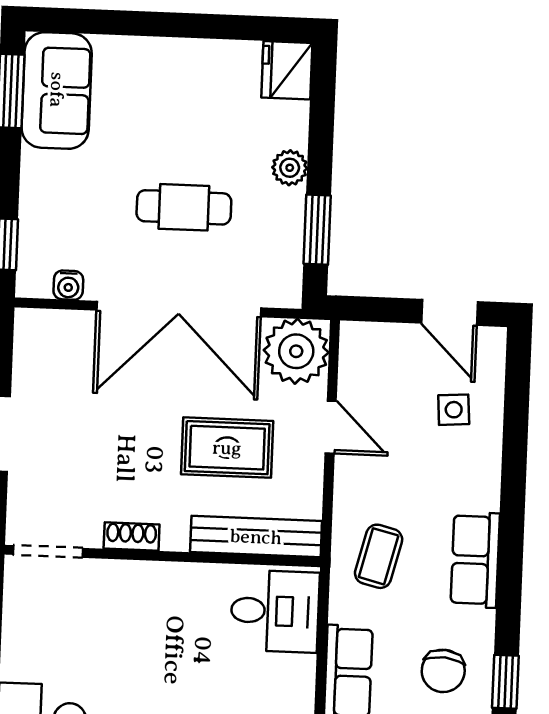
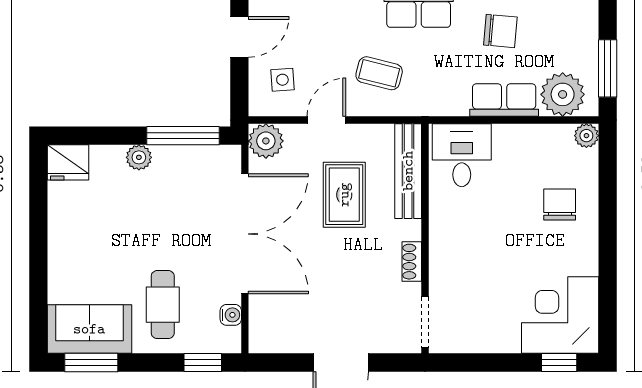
cafe table: (184, 207) -> (163, 305), moved
window: (317, 230) -> (183, 136), width x1.44
plant: (296, 351) -> (266, 141), width x0.73, depth x0.73
side table: (454, 410) -> (282, 80), moved
coffee table: (379, 556) -> (379, 73), moved

